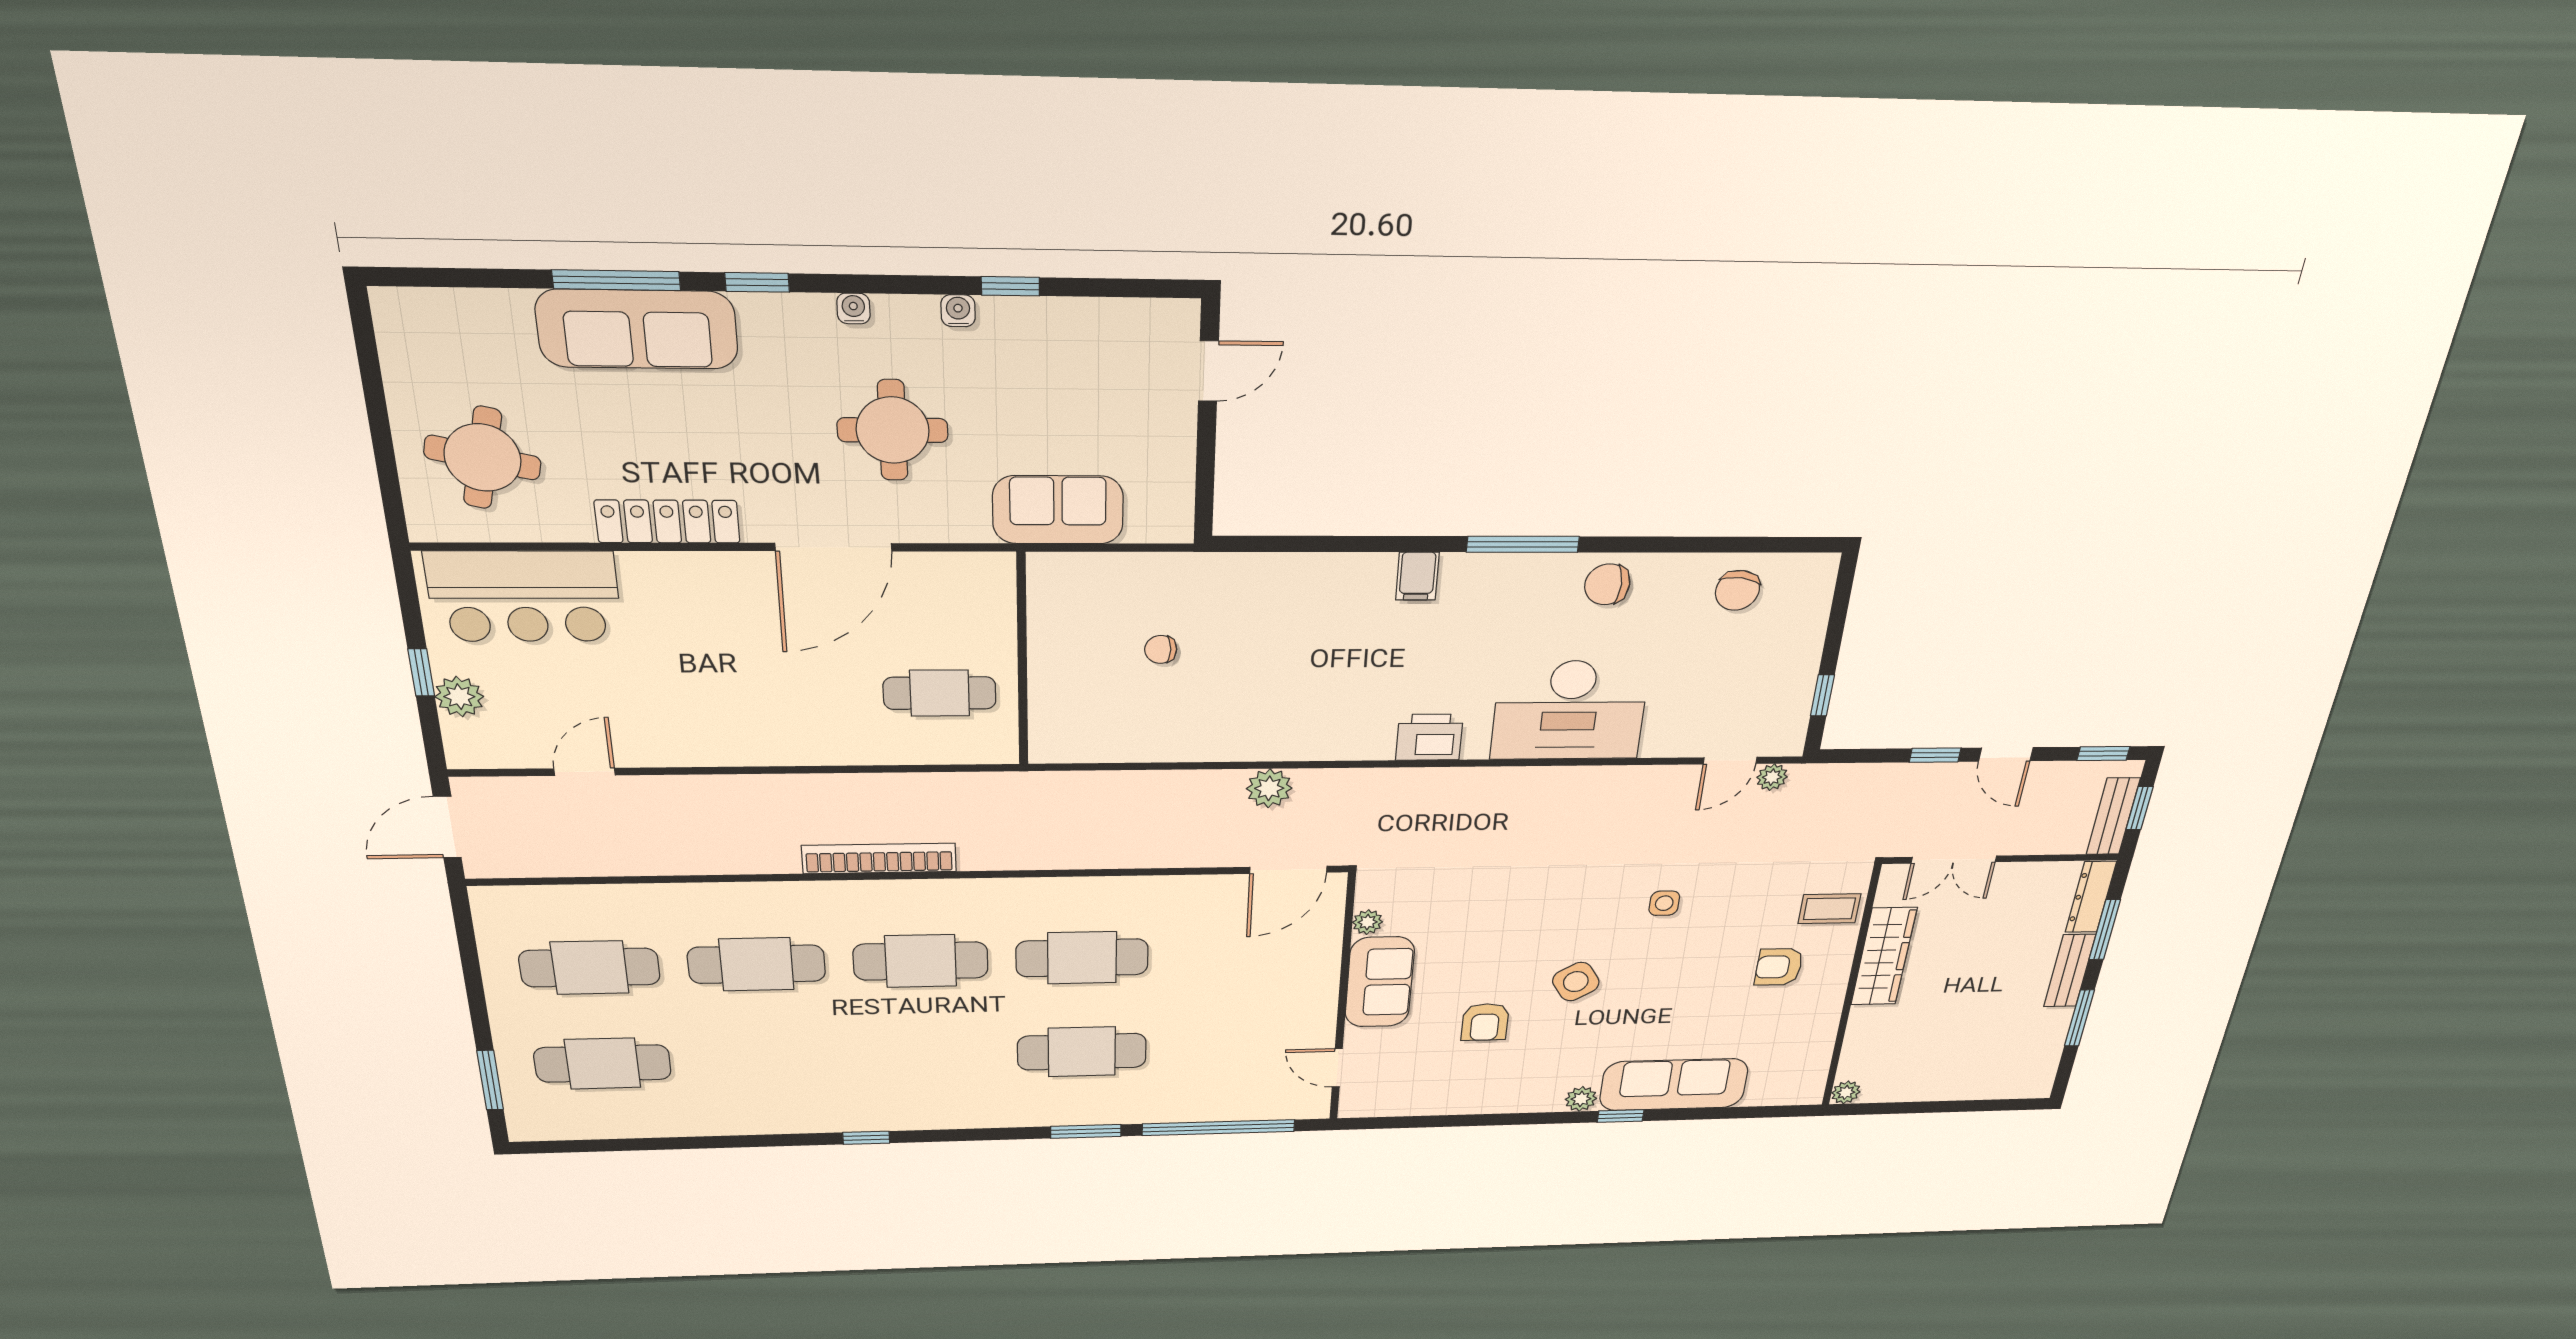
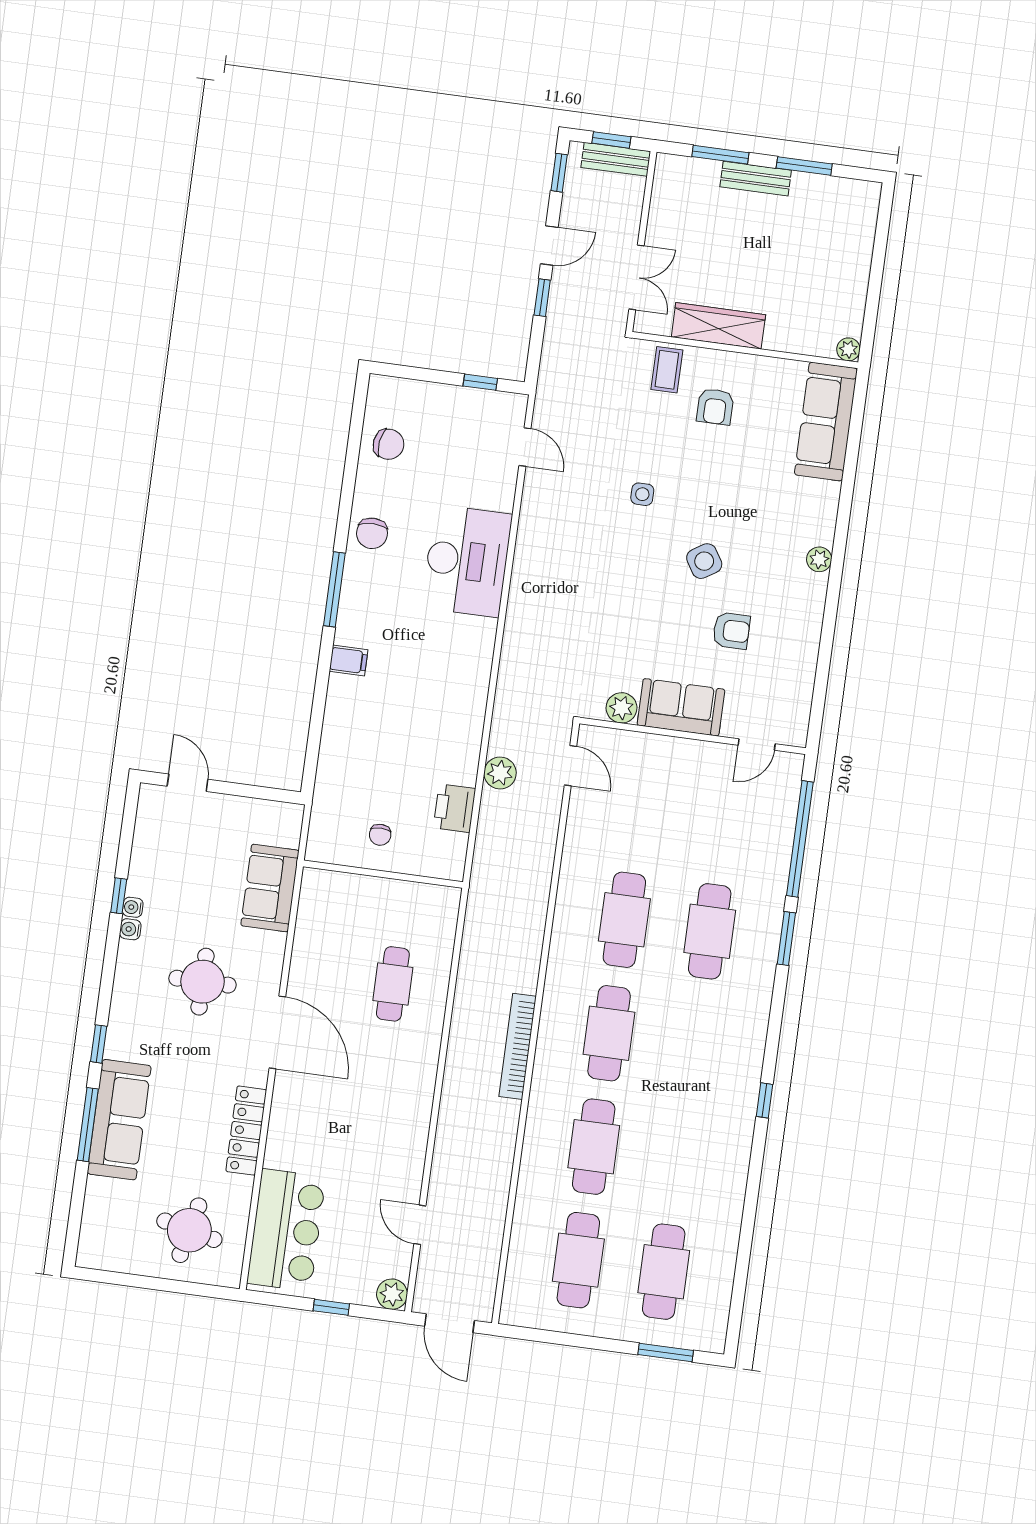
water cooler: (853, 308) -> (133, 907), moved
wall: (1022, 661) -> (383, 874), moved
plant: (459, 697) -> (392, 1294), moved
printer: (1429, 737) -> (455, 808), moved
plant: (1772, 777) -> (543, 416), removed
door: (1288, 870) -> (570, 766), width x0.73
dresser: (2091, 897) -> (687, 169), removed
plant: (1368, 922) -> (622, 708), width x1.38, depth x1.38
sofa: (1674, 1085) -> (826, 422), moved
window: (1621, 1116) -> (842, 528), removed

